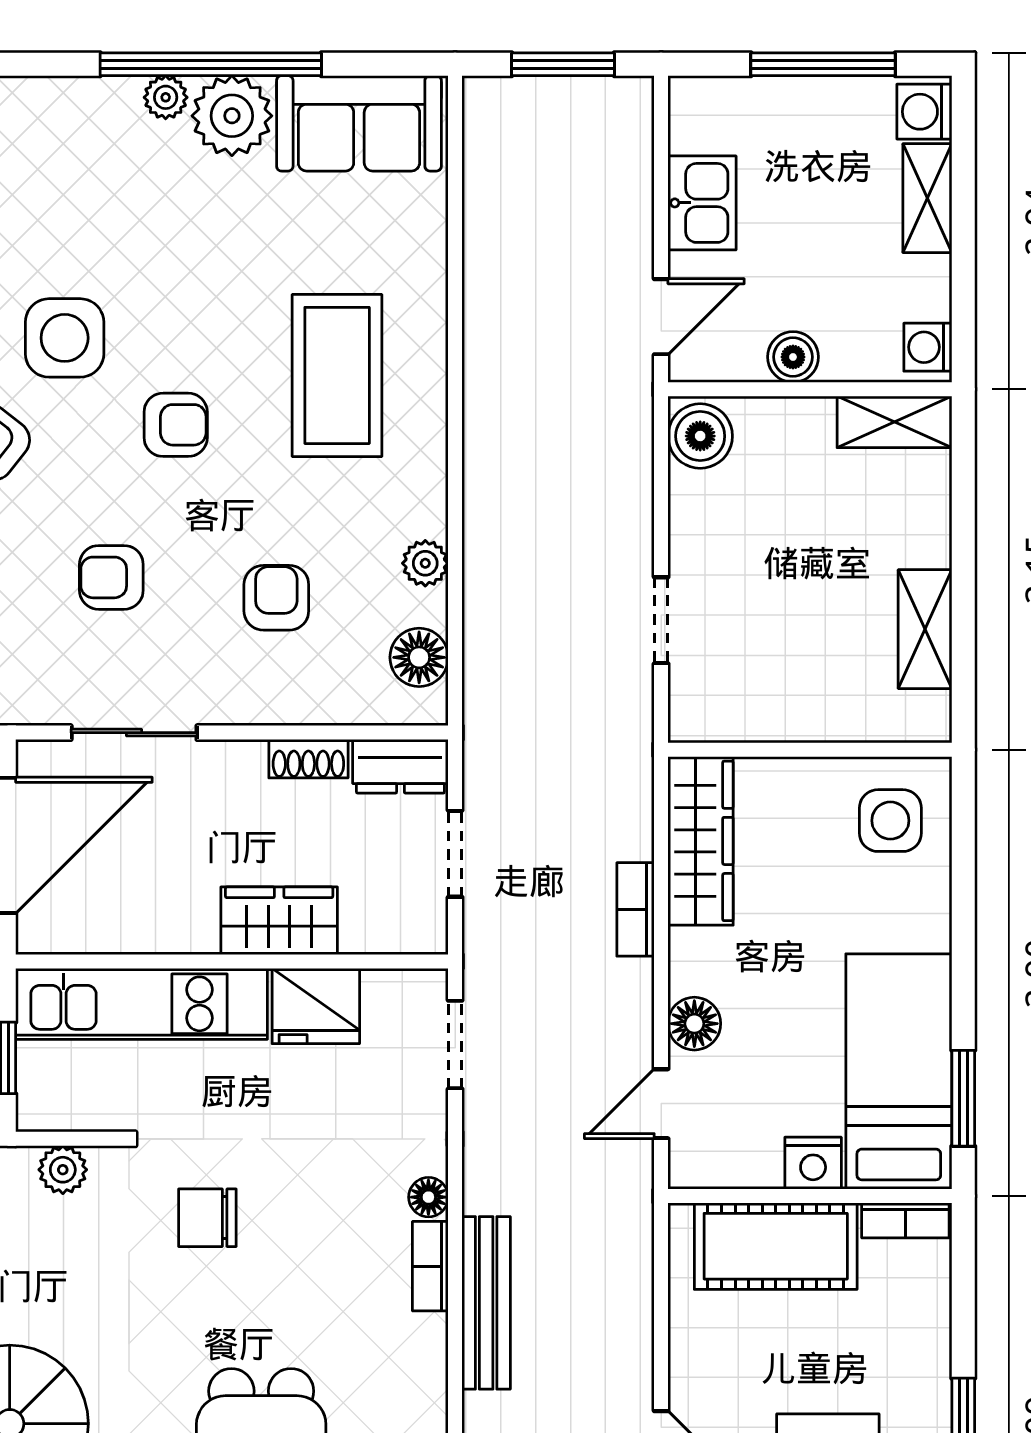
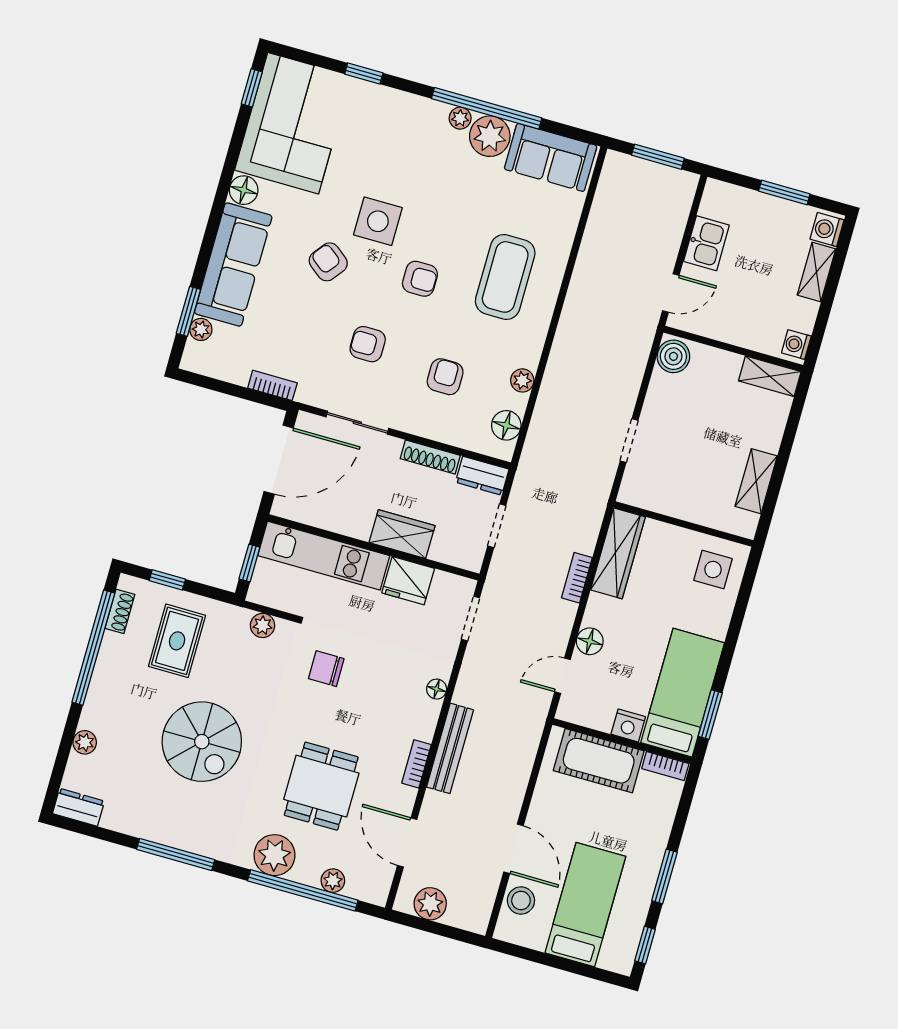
window: (823, 64) -> (784, 193), width x0.69
boiler: (793, 357) -> (729, 331), removed
shoe rack: (308, 759) -> (430, 457), width x1.43
bookcase: (430, 1266) -> (416, 764), moved

